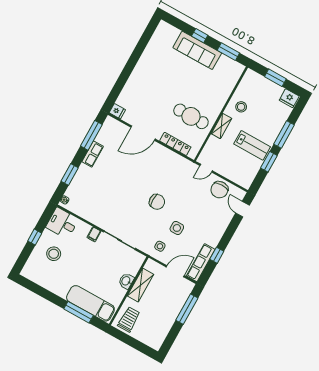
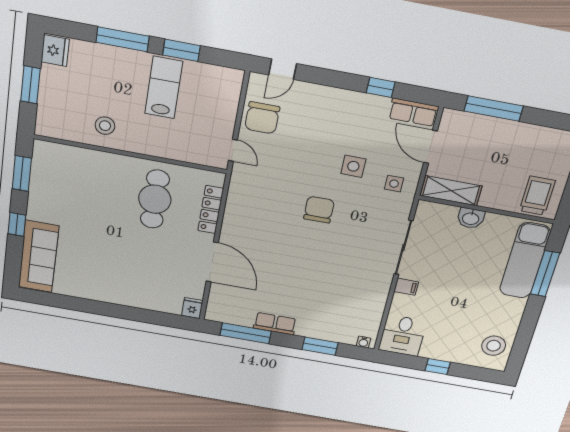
sofa: (197, 50) -> (39, 257), moved
shelving: (221, 126) -> (151, 147), removed
chair: (219, 190) -> (262, 118), turned 90
stool: (54, 254) -> (494, 346), moved
row of seats: (201, 263) -> (413, 112), width x0.68
shelving: (140, 285) -> (451, 191), moved
trolley: (129, 319) -> (537, 196), turned 90

